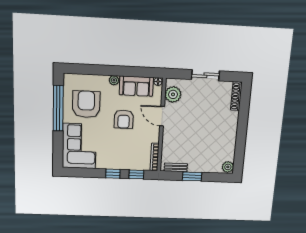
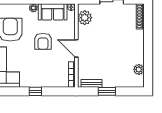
door: (162, 116) -> (76, 48), moved
plant: (228, 167) -> (139, 69), moved
window: (136, 174) -> (56, 91), removed

